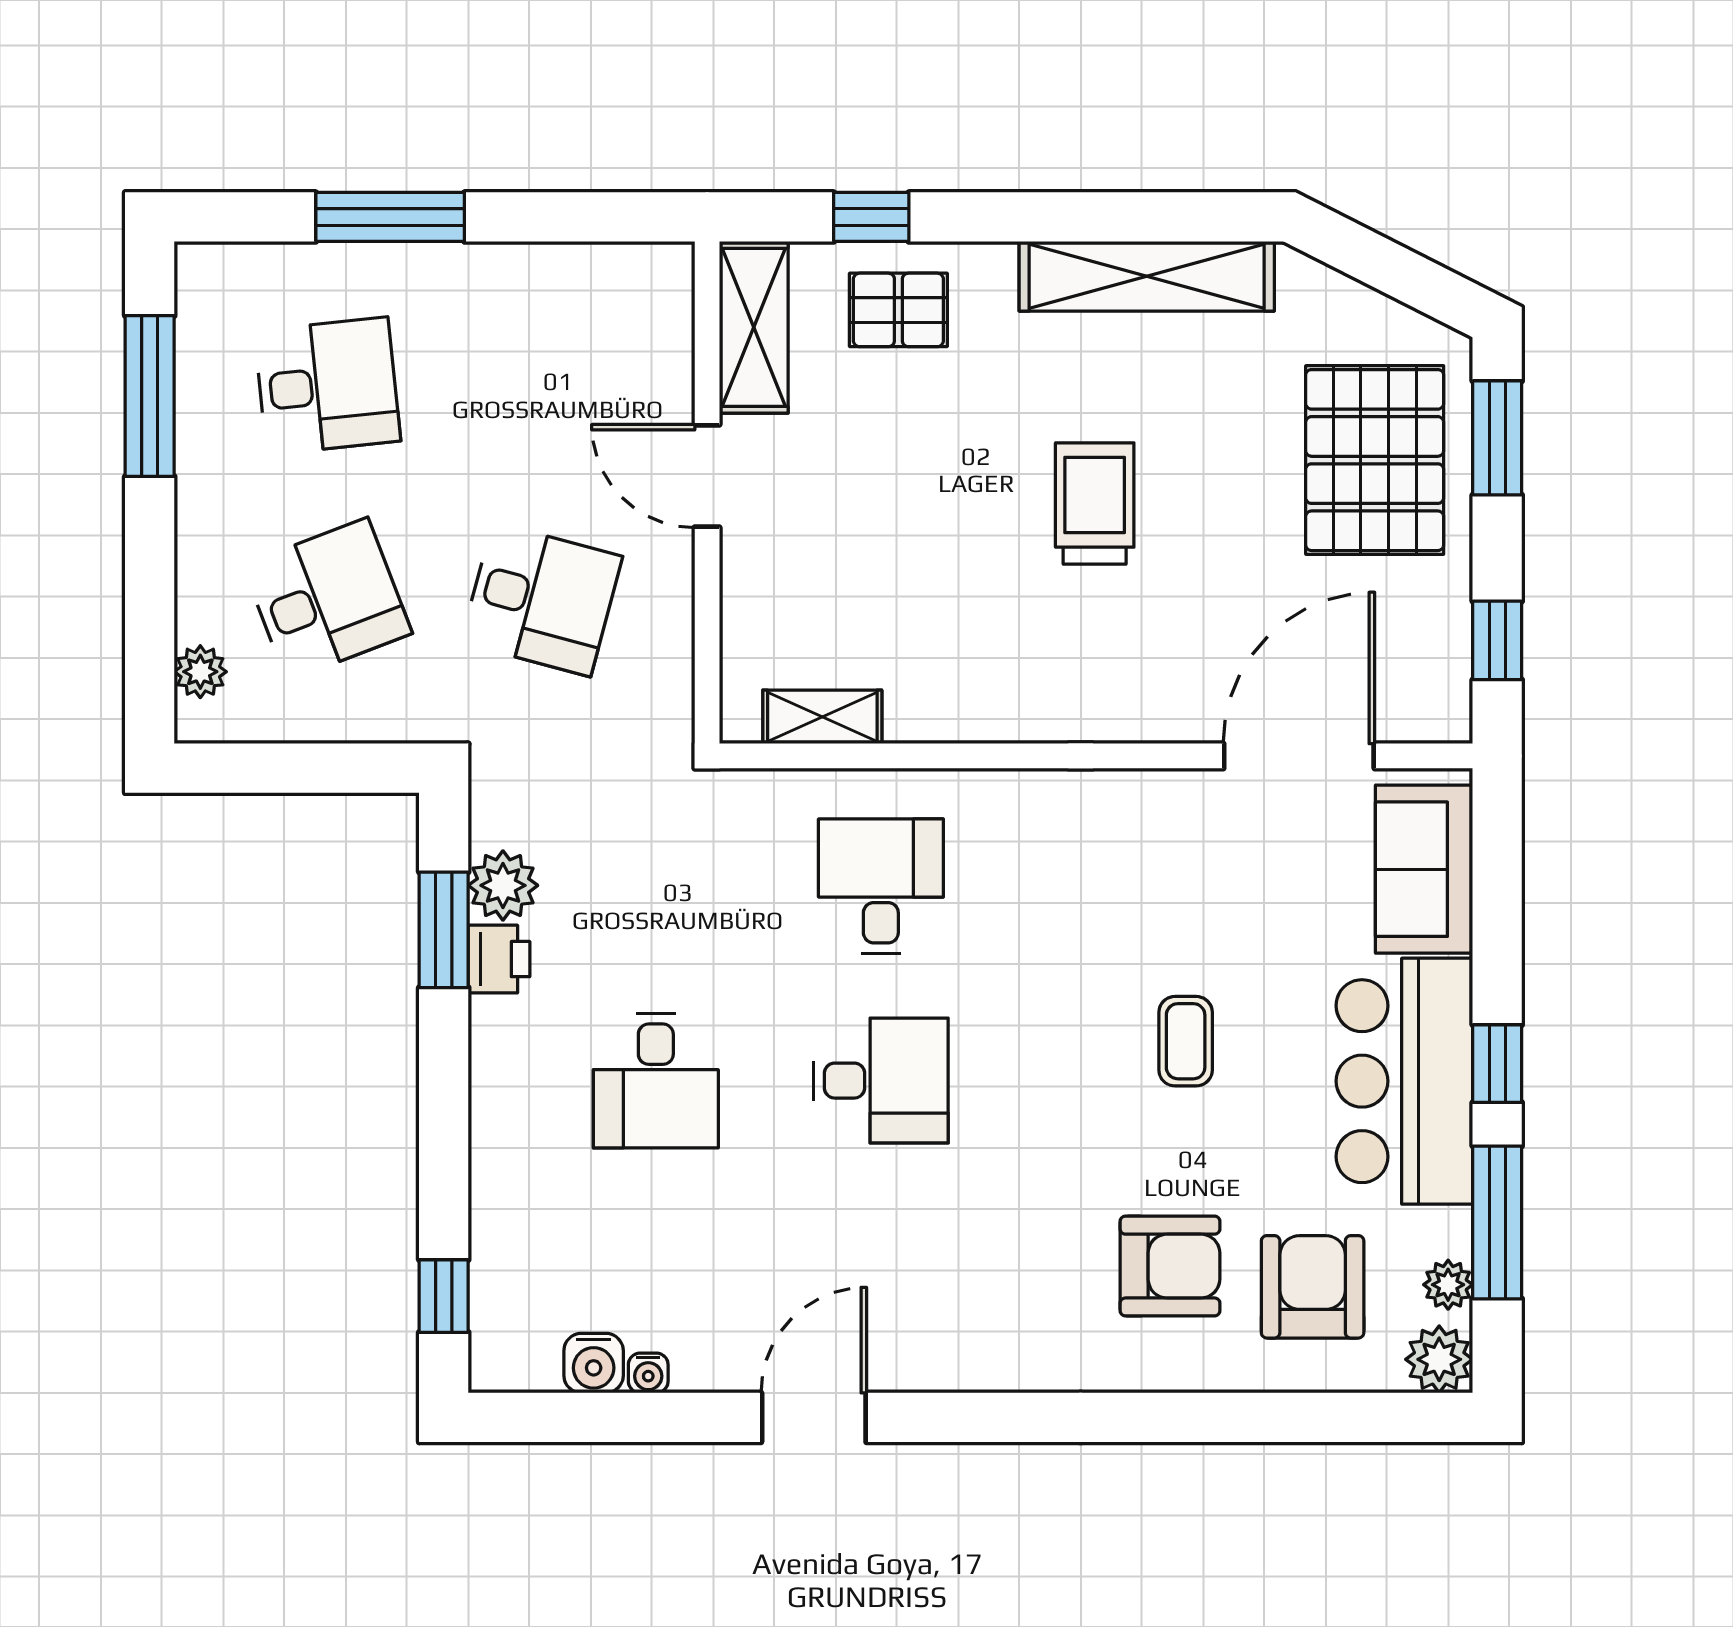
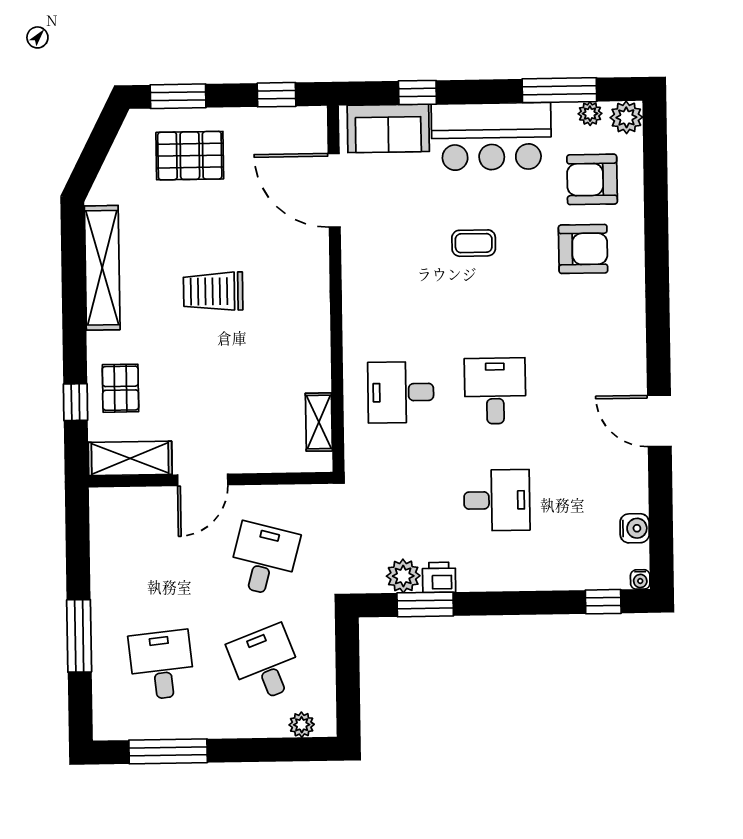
pallet: (1375, 460) -> (190, 156), width x0.73, depth x0.71
window: (1497, 1064) -> (417, 92), moved
armchair: (1170, 1266) -> (583, 249), turned 90
water cooler: (648, 1373) -> (640, 579), moved, turned 90

